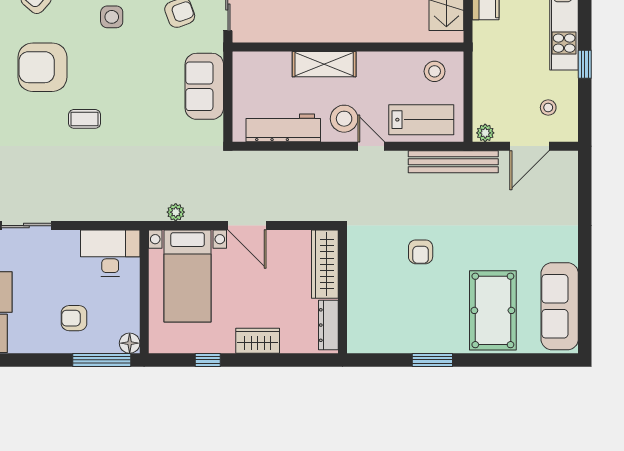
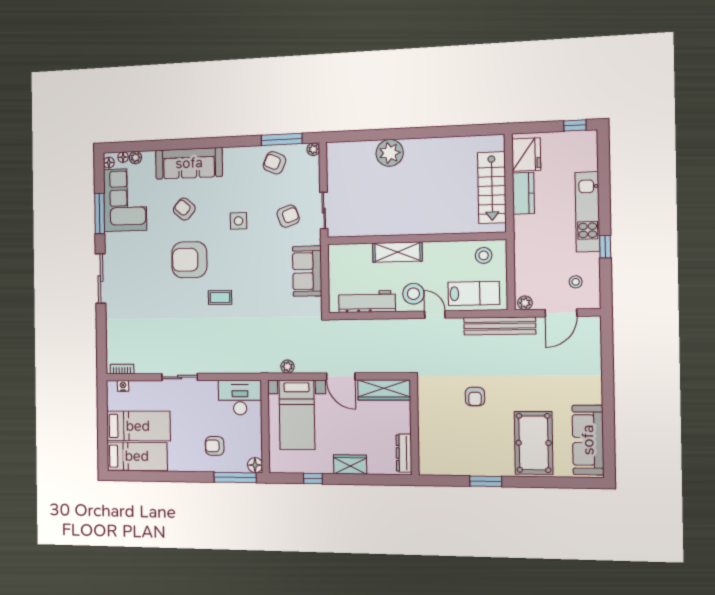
wardrobe: (325, 264) -> (384, 390), moved, turned -90

